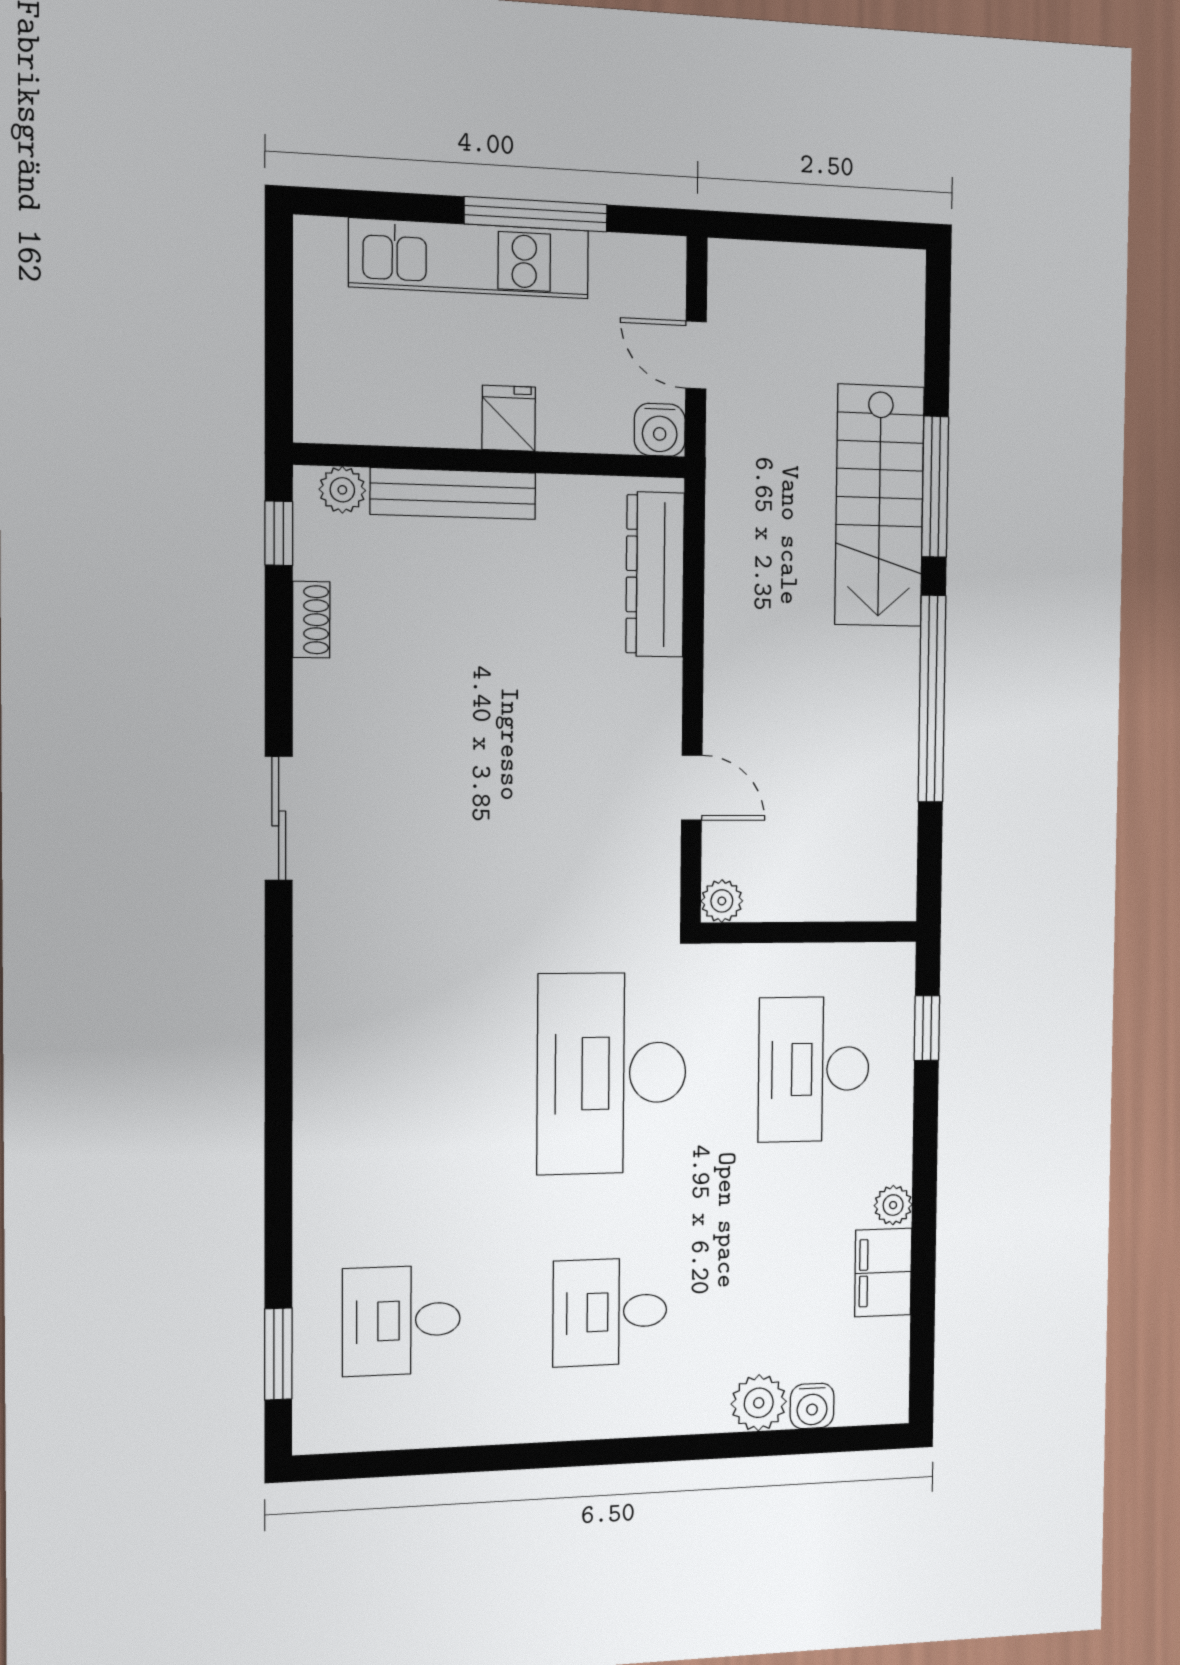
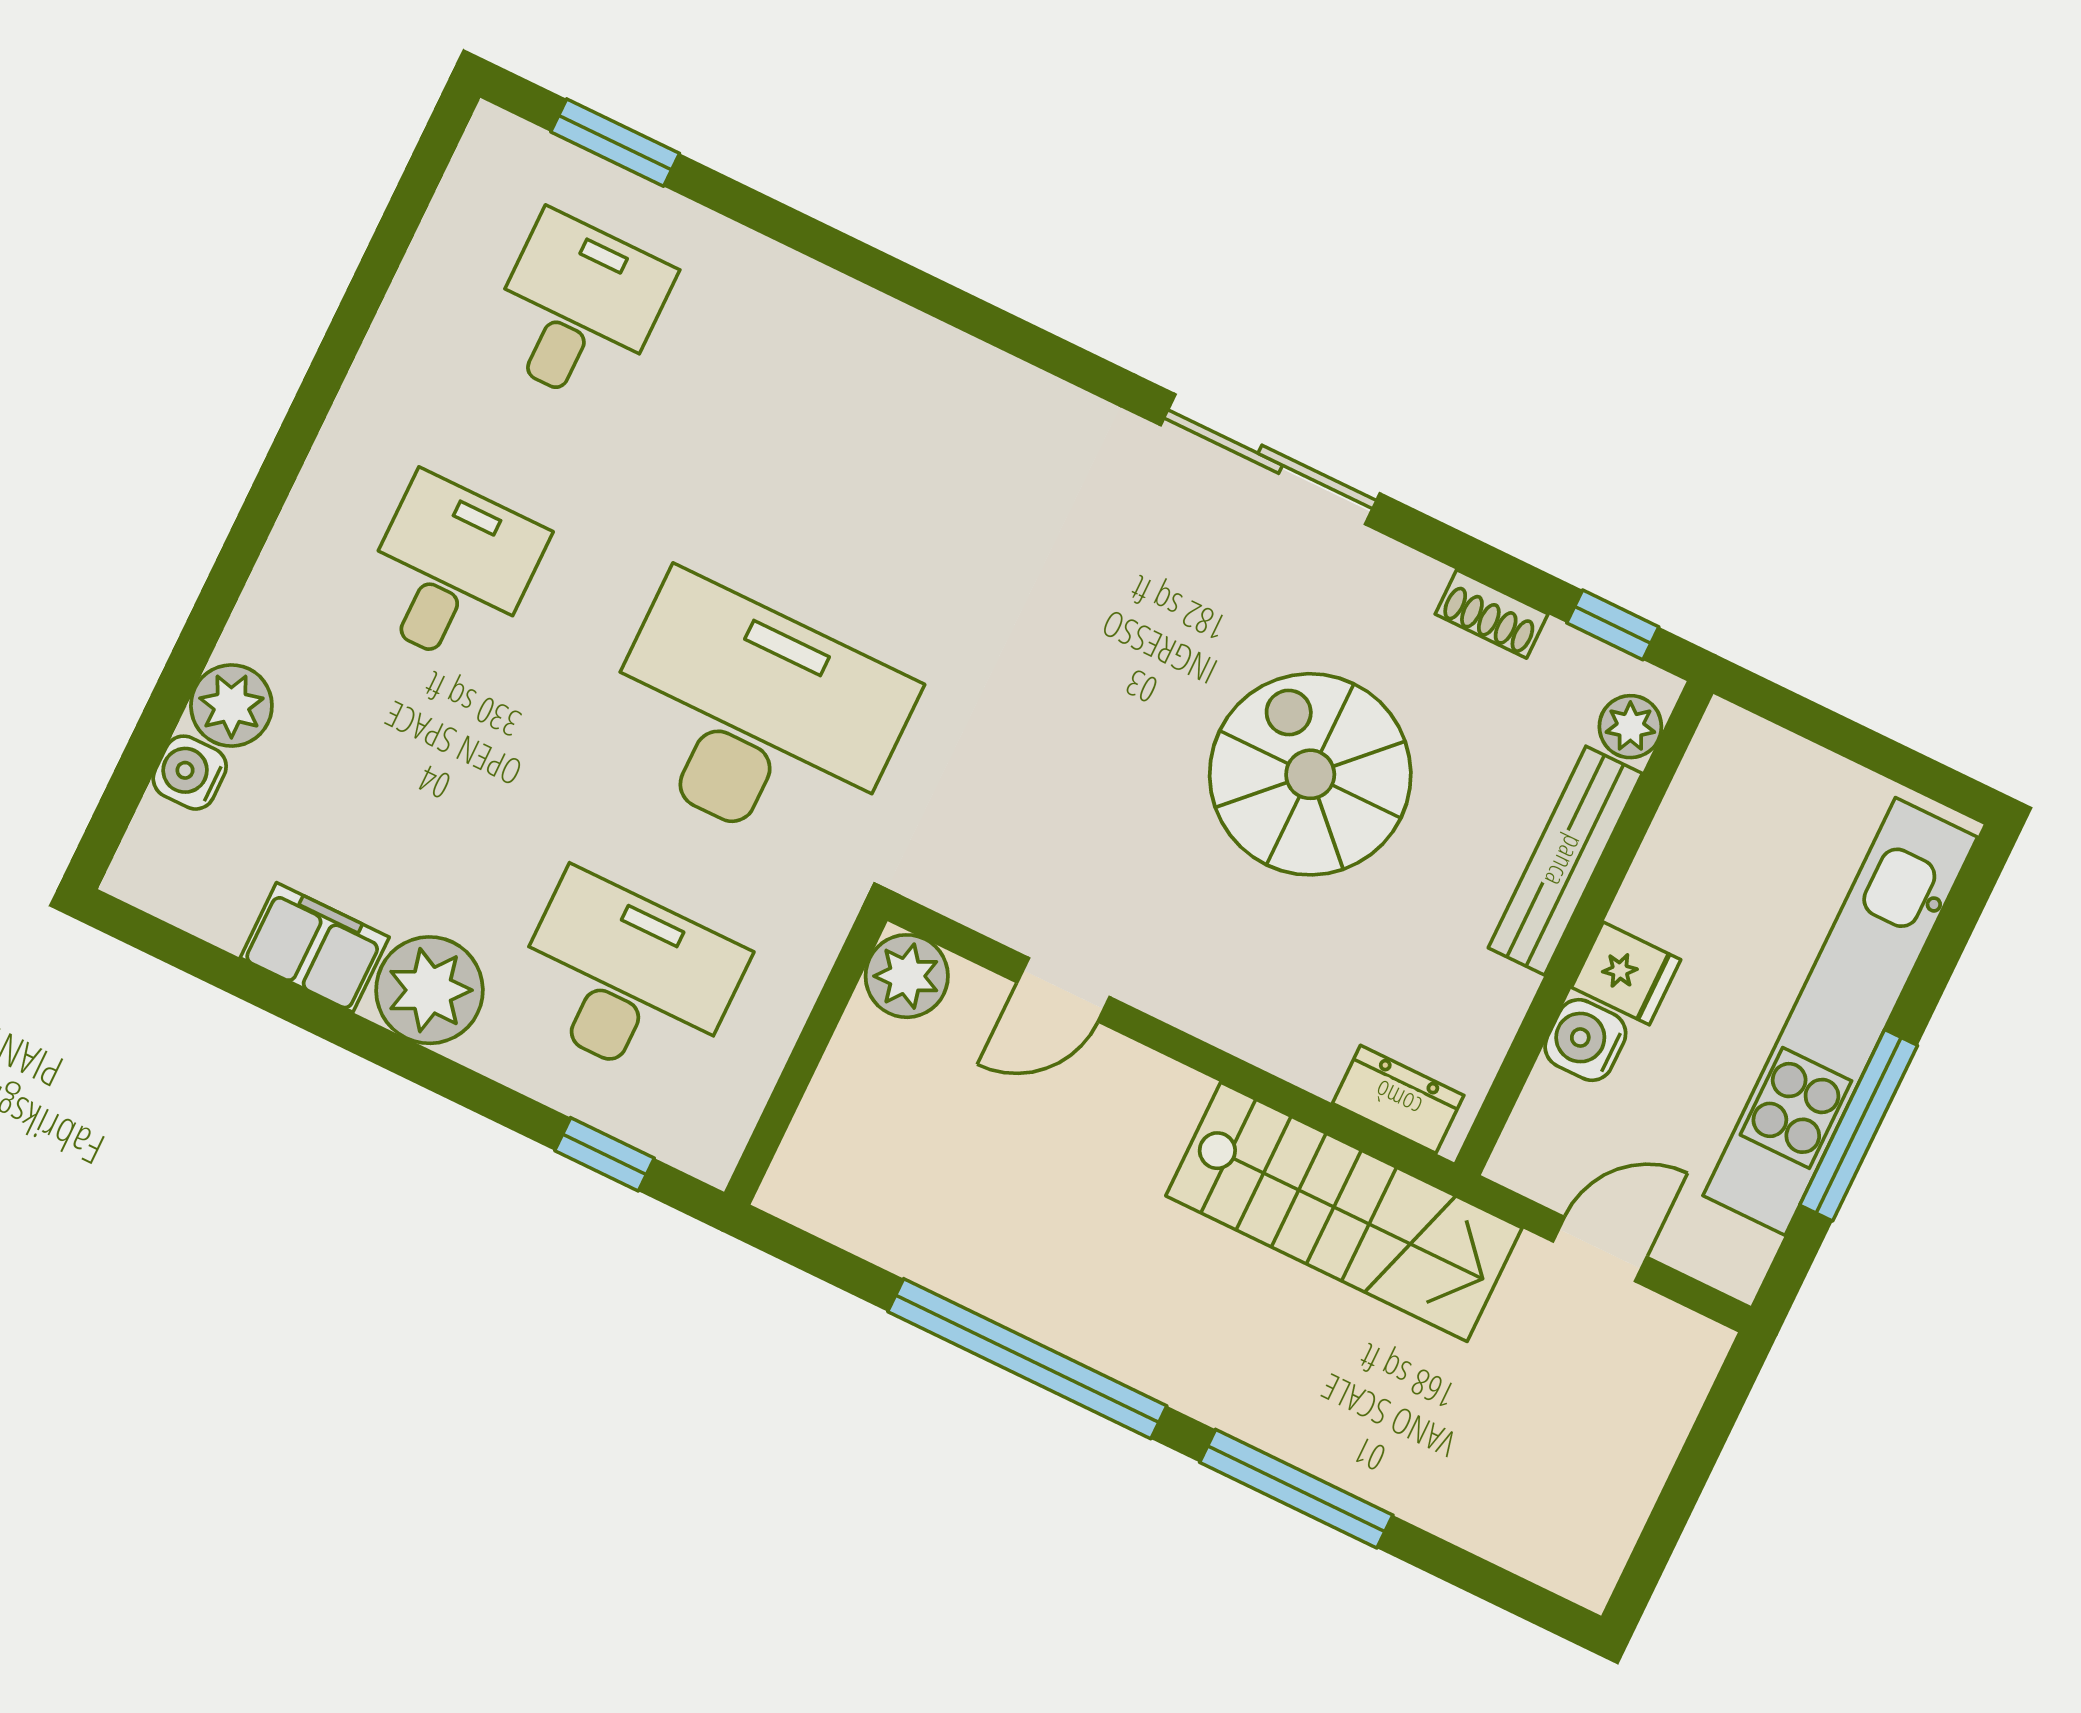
kitchen unit: (469, 259) -> (1840, 1016), width x1.36
water cooler: (660, 430) -> (1585, 1040), moved
stairs: (880, 506) -> (1344, 1212), moved, turned 180
dresser: (655, 574) -> (1398, 1099), width x0.51, depth x0.80
spiral stairs: (477, 692) -> (1310, 774), added
sliding door: (279, 818) -> (1270, 459), width x1.37
plant: (722, 901) -> (907, 976), width x1.38, depth x1.38
plant: (893, 1205) -> (429, 990), width x1.88, depth x1.88

